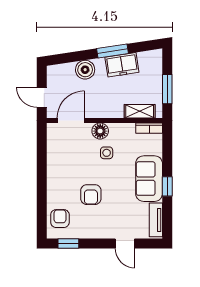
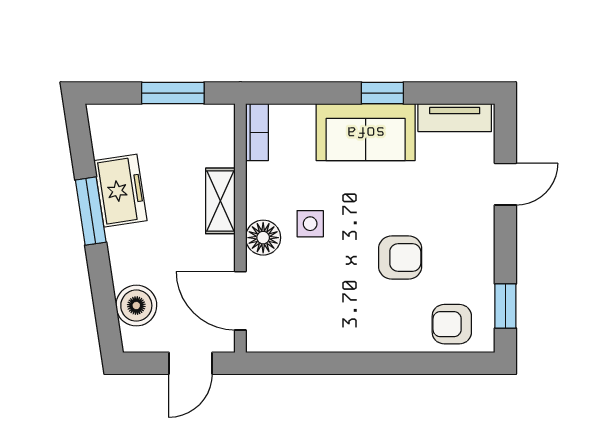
boiler: (85, 70) -> (136, 306), moved
shelving: (140, 111) -> (220, 201), moved

